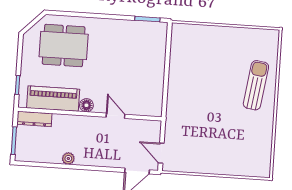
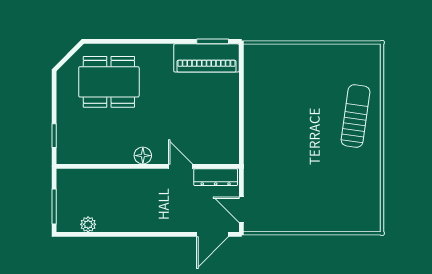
piano: (53, 99) -> (206, 58), moved, turned 180
dresser: (34, 119) -> (216, 177), moved
plant: (68, 158) -> (88, 224), moved

